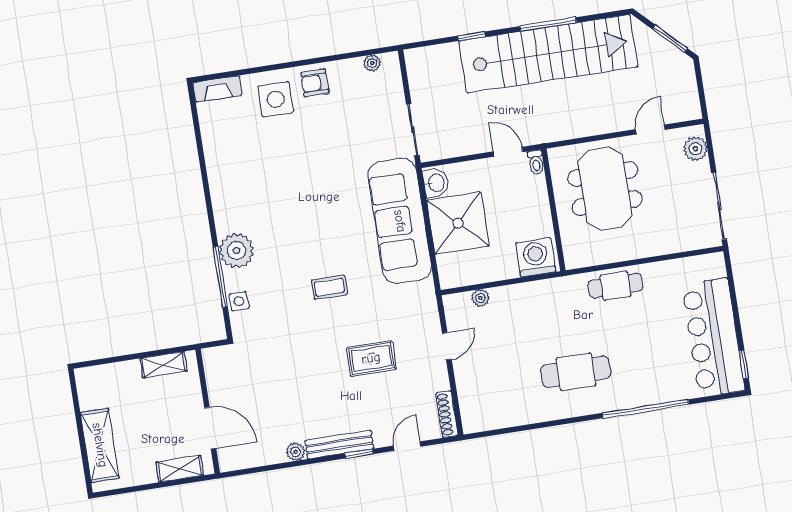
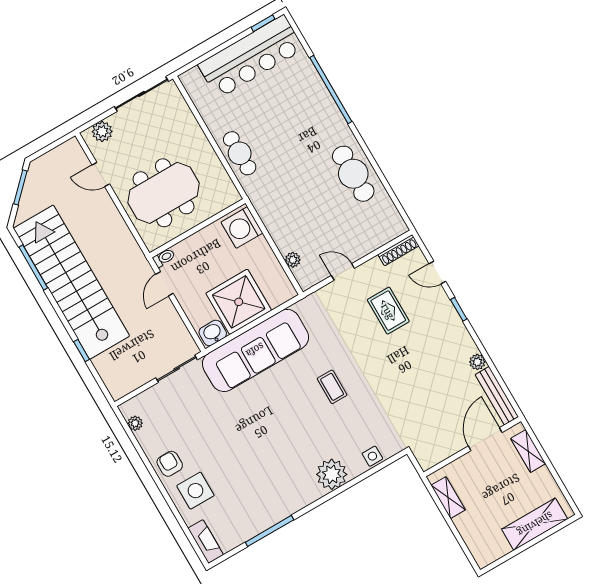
window: (548, 24) -> (33, 267), moved
armchair: (315, 83) -> (170, 464), turned 180
window: (220, 277) -> (270, 531), moved
rug: (371, 358) -> (388, 311), moved
cafe table: (576, 372) -> (353, 174), moved
bench: (339, 445) -> (497, 396), moved

